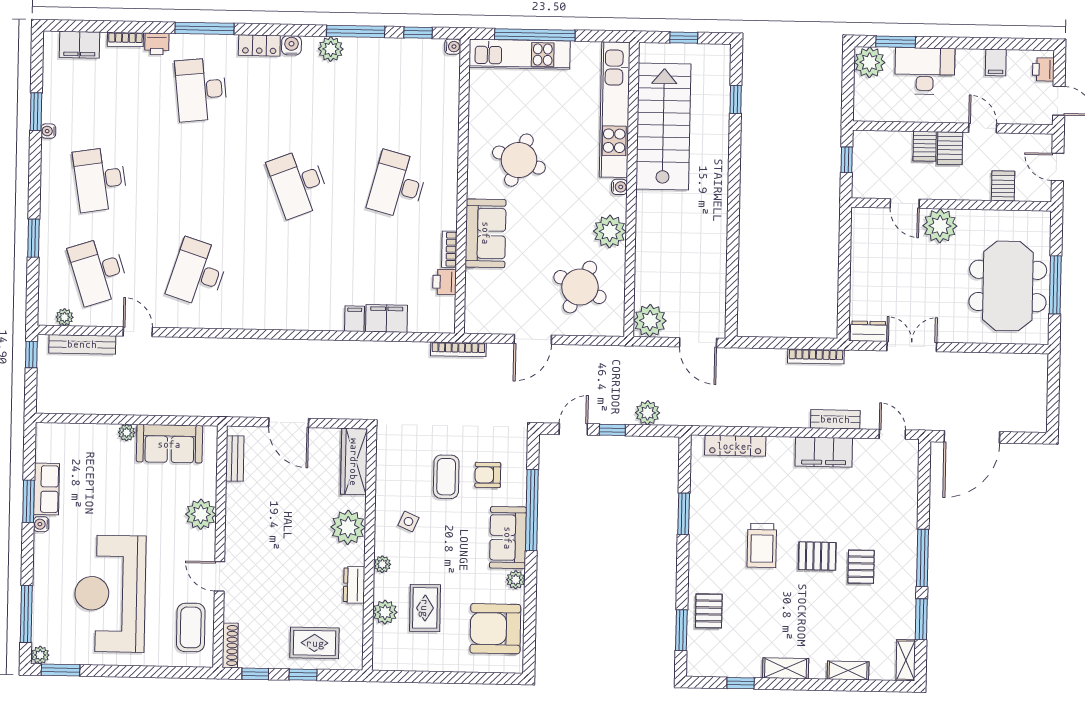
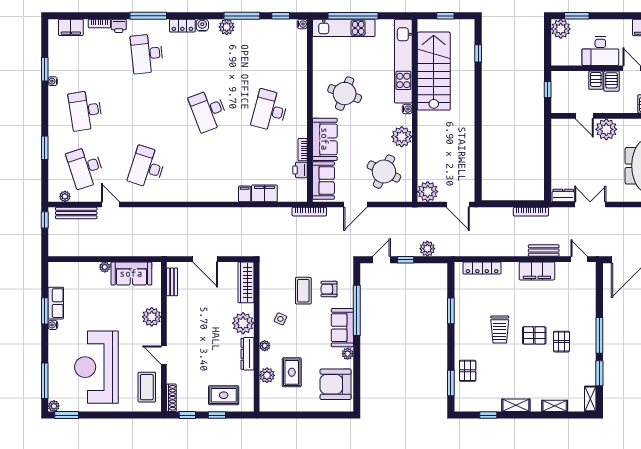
desk: (925, 71) -> (600, 51), moved, turned 180
sofa: (482, 300) -> (323, 181), added
dresser: (354, 585) -> (248, 354), width x1.44

